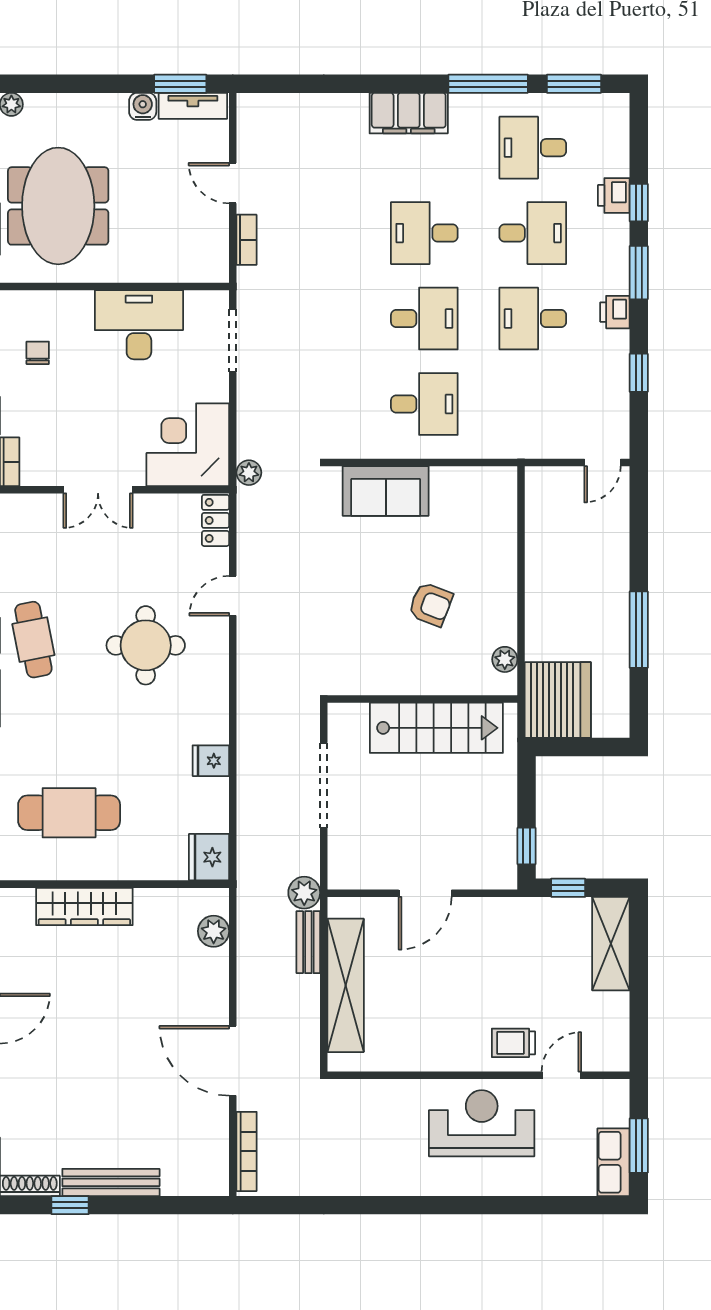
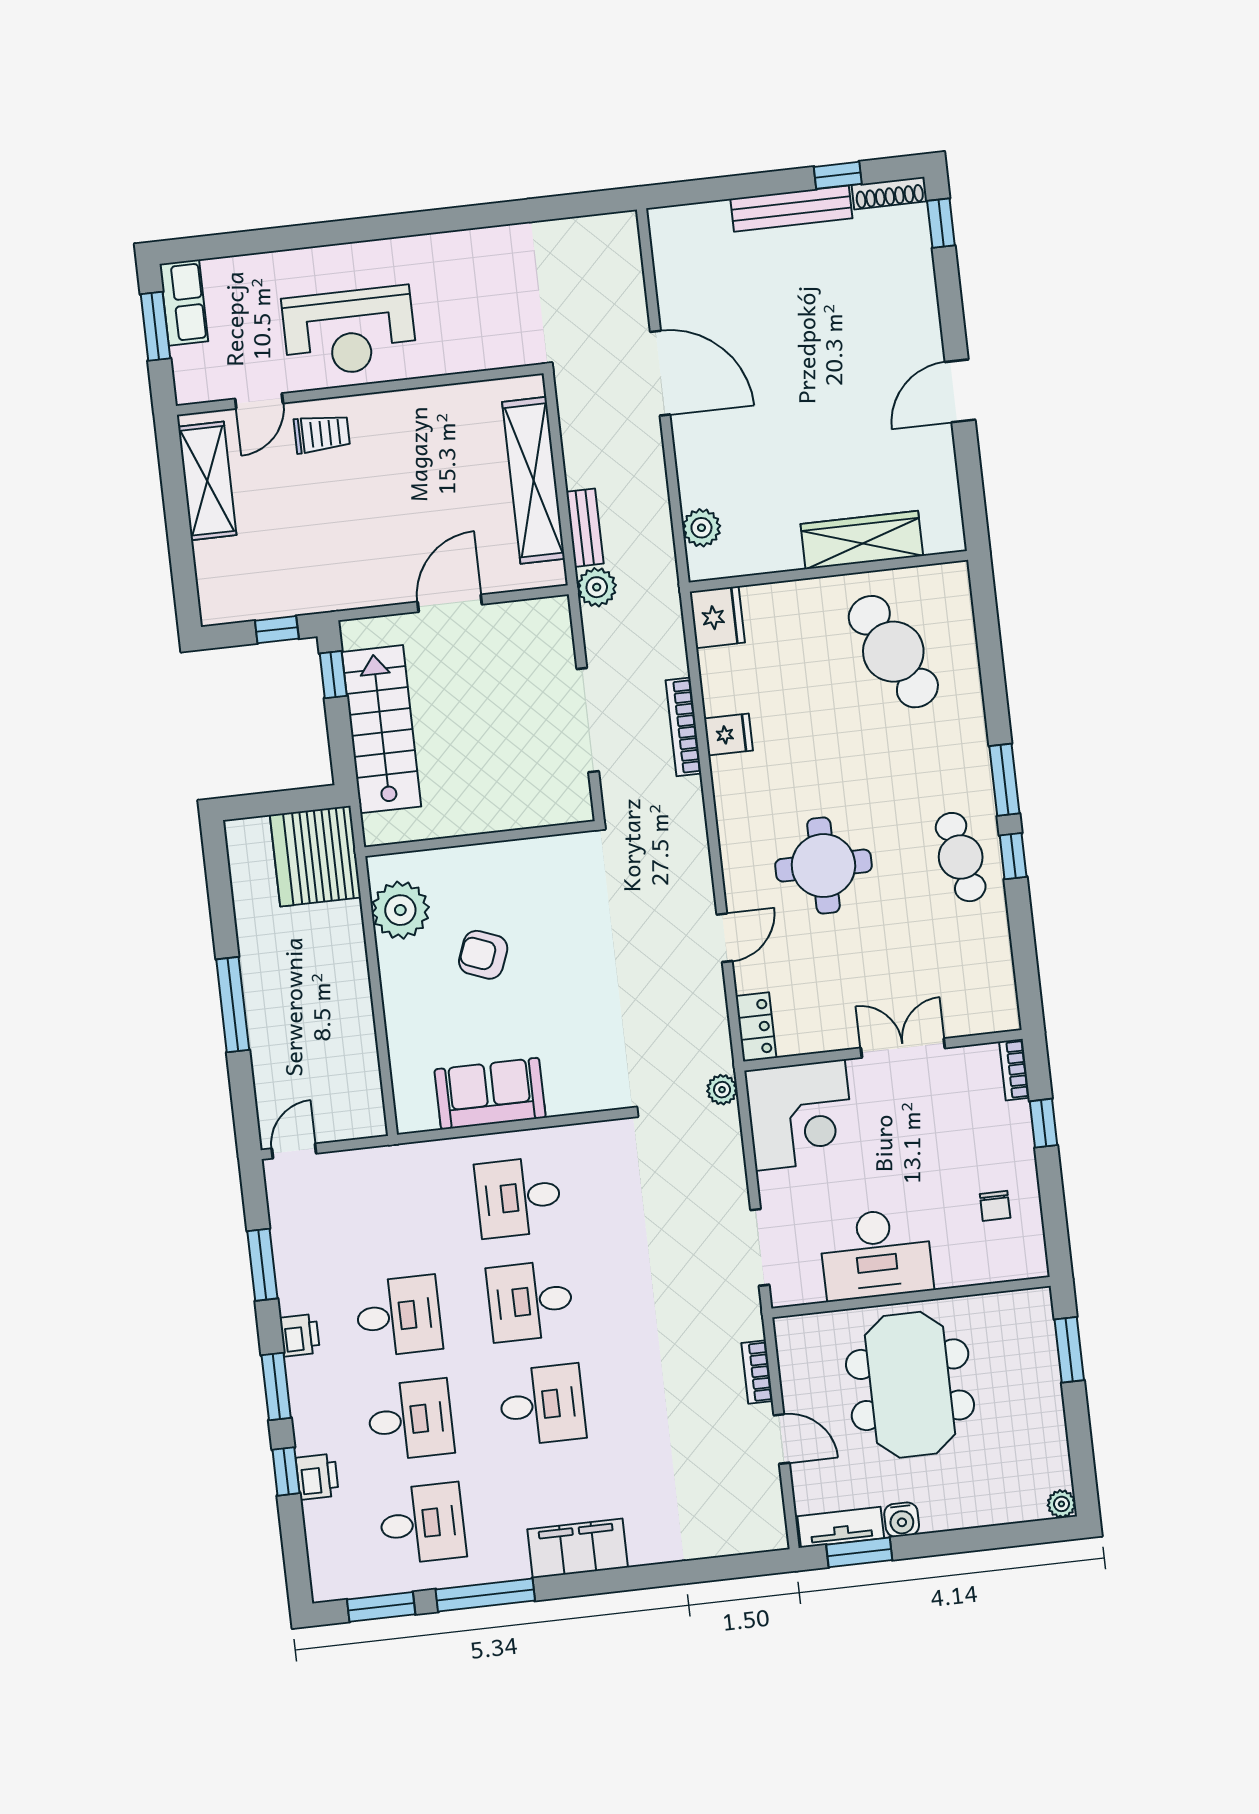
meeting table: (58, 206) -> (910, 1385), moved
desk: (533, 233) -> (410, 1420), turned 180
window: (639, 373) -> (262, 1265), width x1.50
sofa: (386, 491) -> (490, 1094), moved
window: (639, 630) -> (233, 1005), moved
plant: (505, 659) -> (400, 910), width x1.88, depth x1.88
stairs: (436, 728) -> (382, 729), moved, turned 90
cafe table: (69, 813) -> (893, 652), turned 63
shelving: (611, 944) -> (207, 481), moved
bookcase: (247, 1151) -> (684, 727), moved

